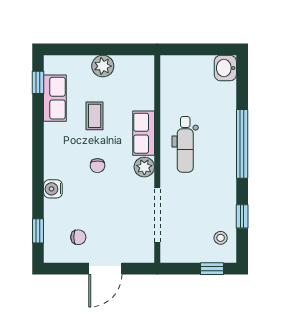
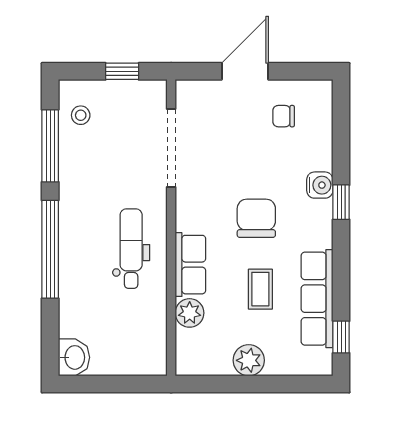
row of seats: (55, 98) -> (317, 299), width x1.48
chair: (97, 166) -> (256, 218), width x1.87, depth x1.87
plant: (144, 167) -> (190, 313), moved
window: (242, 216) -> (50, 146), width x2.17
window: (38, 231) -> (341, 202), moved
window: (212, 269) -> (122, 71), moved

